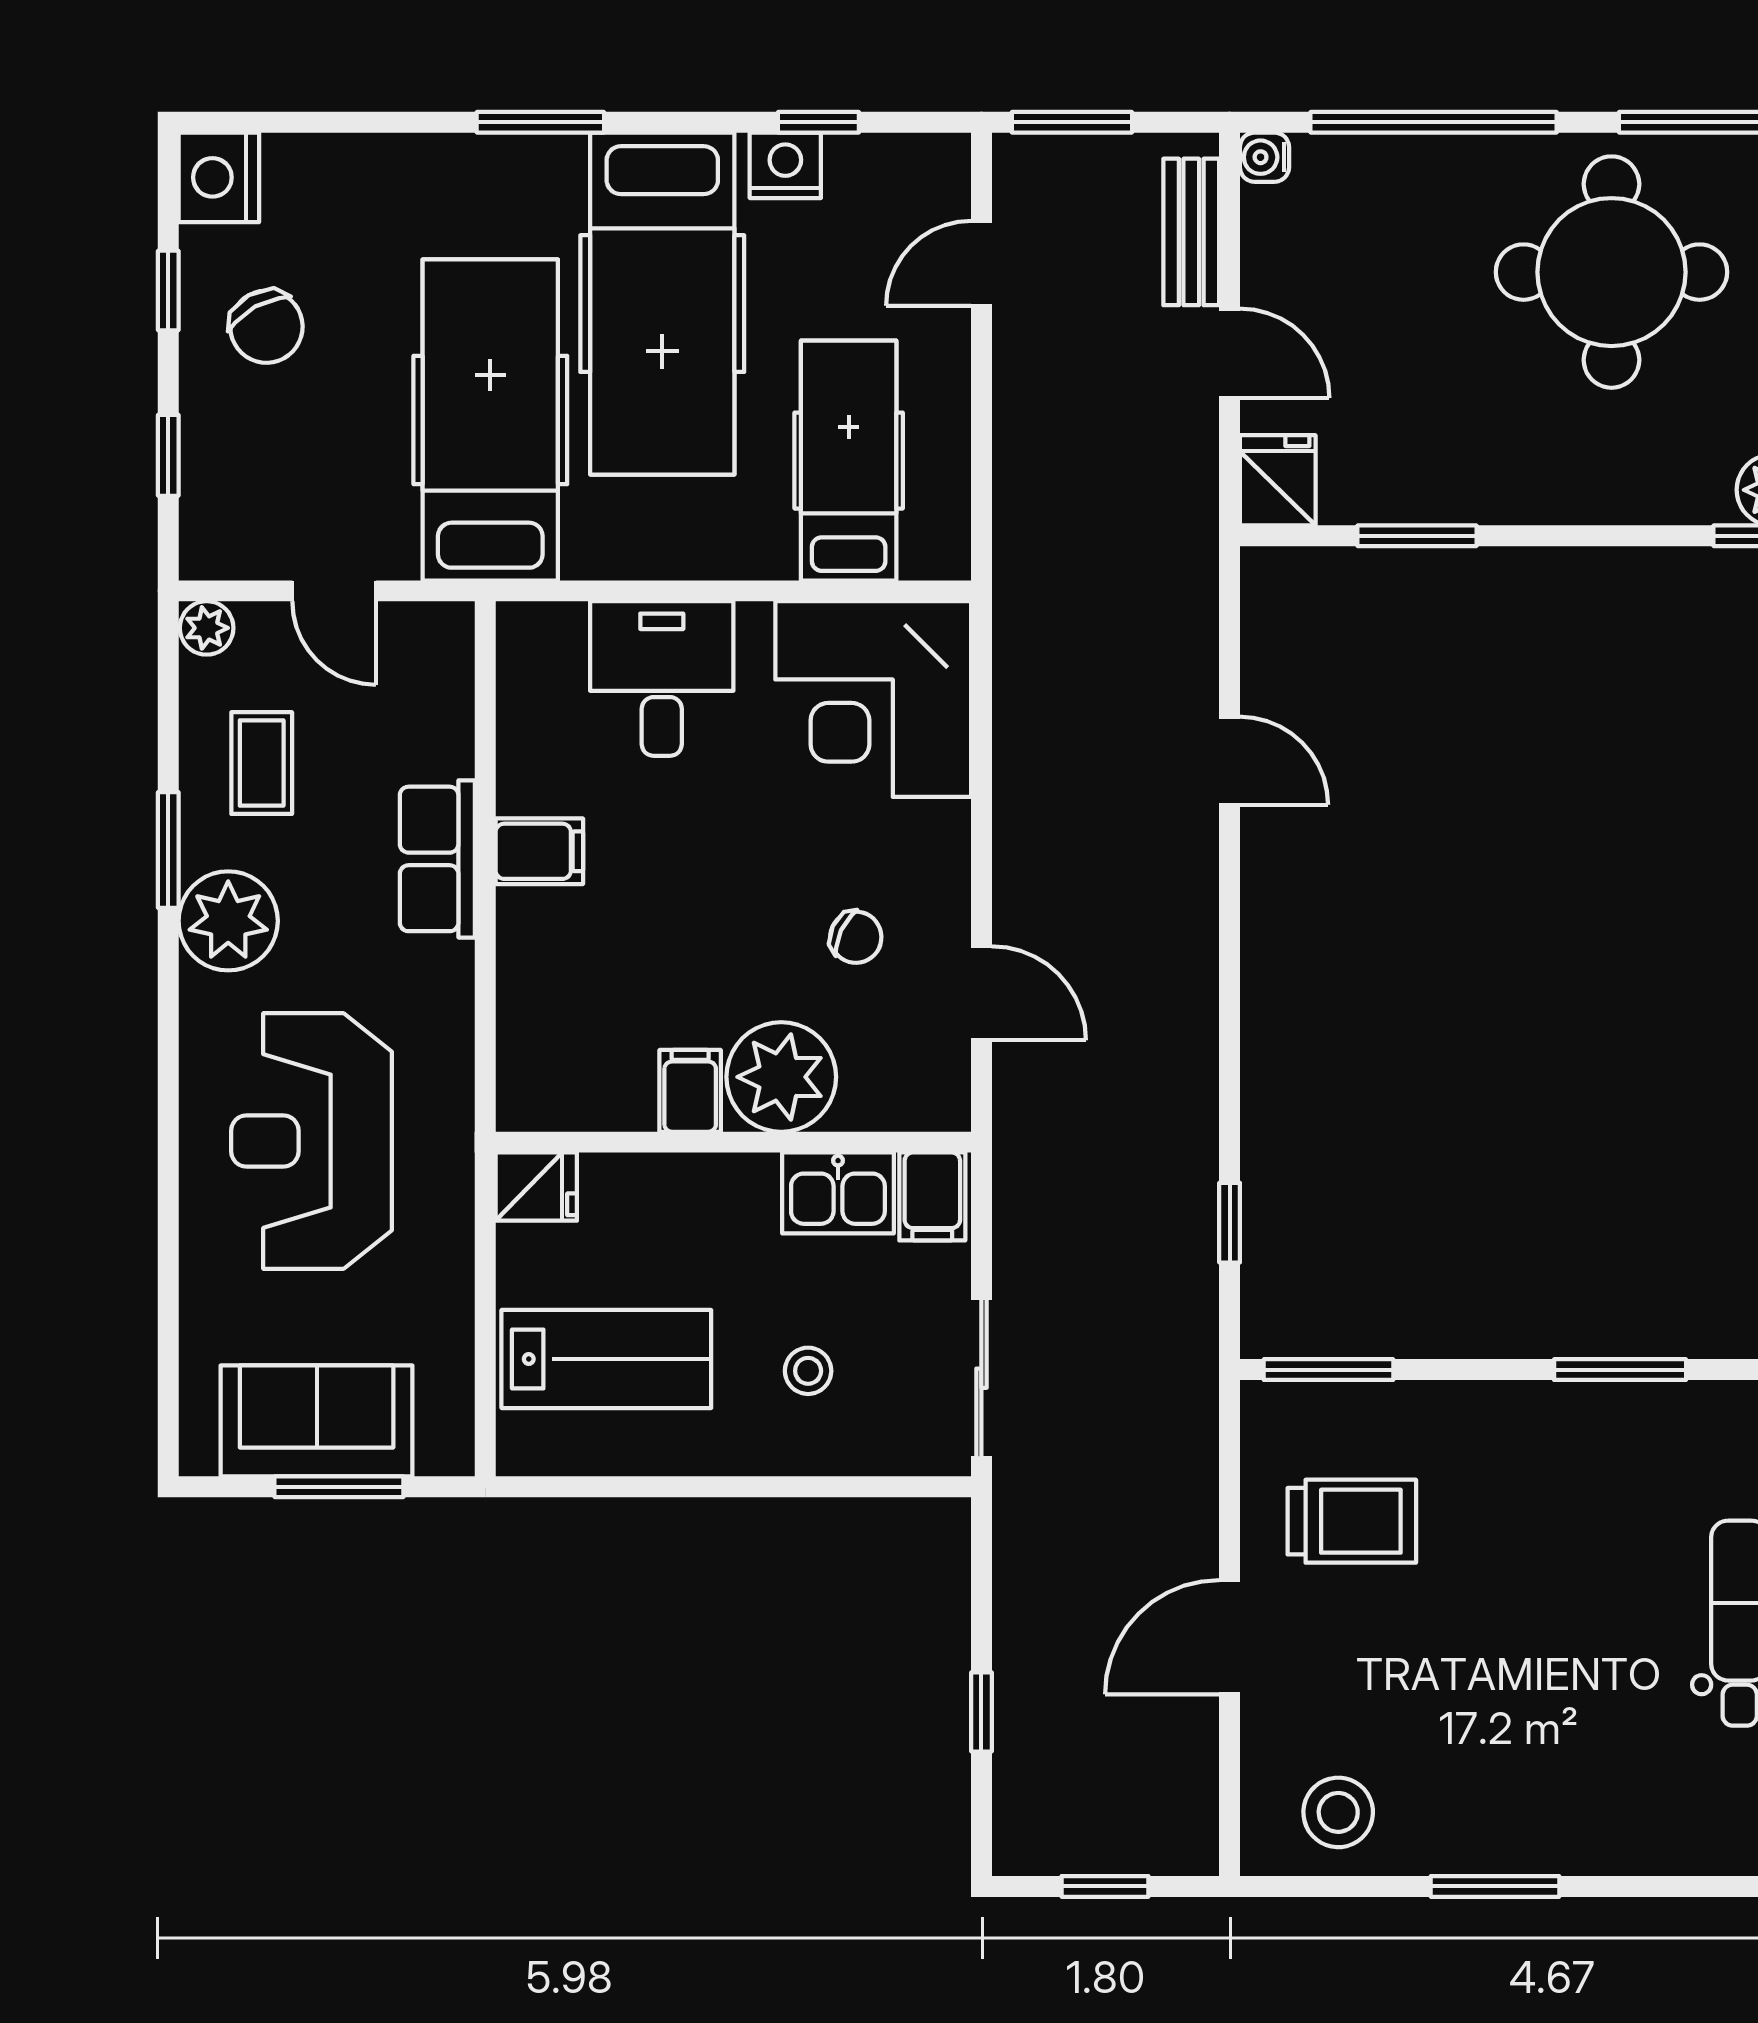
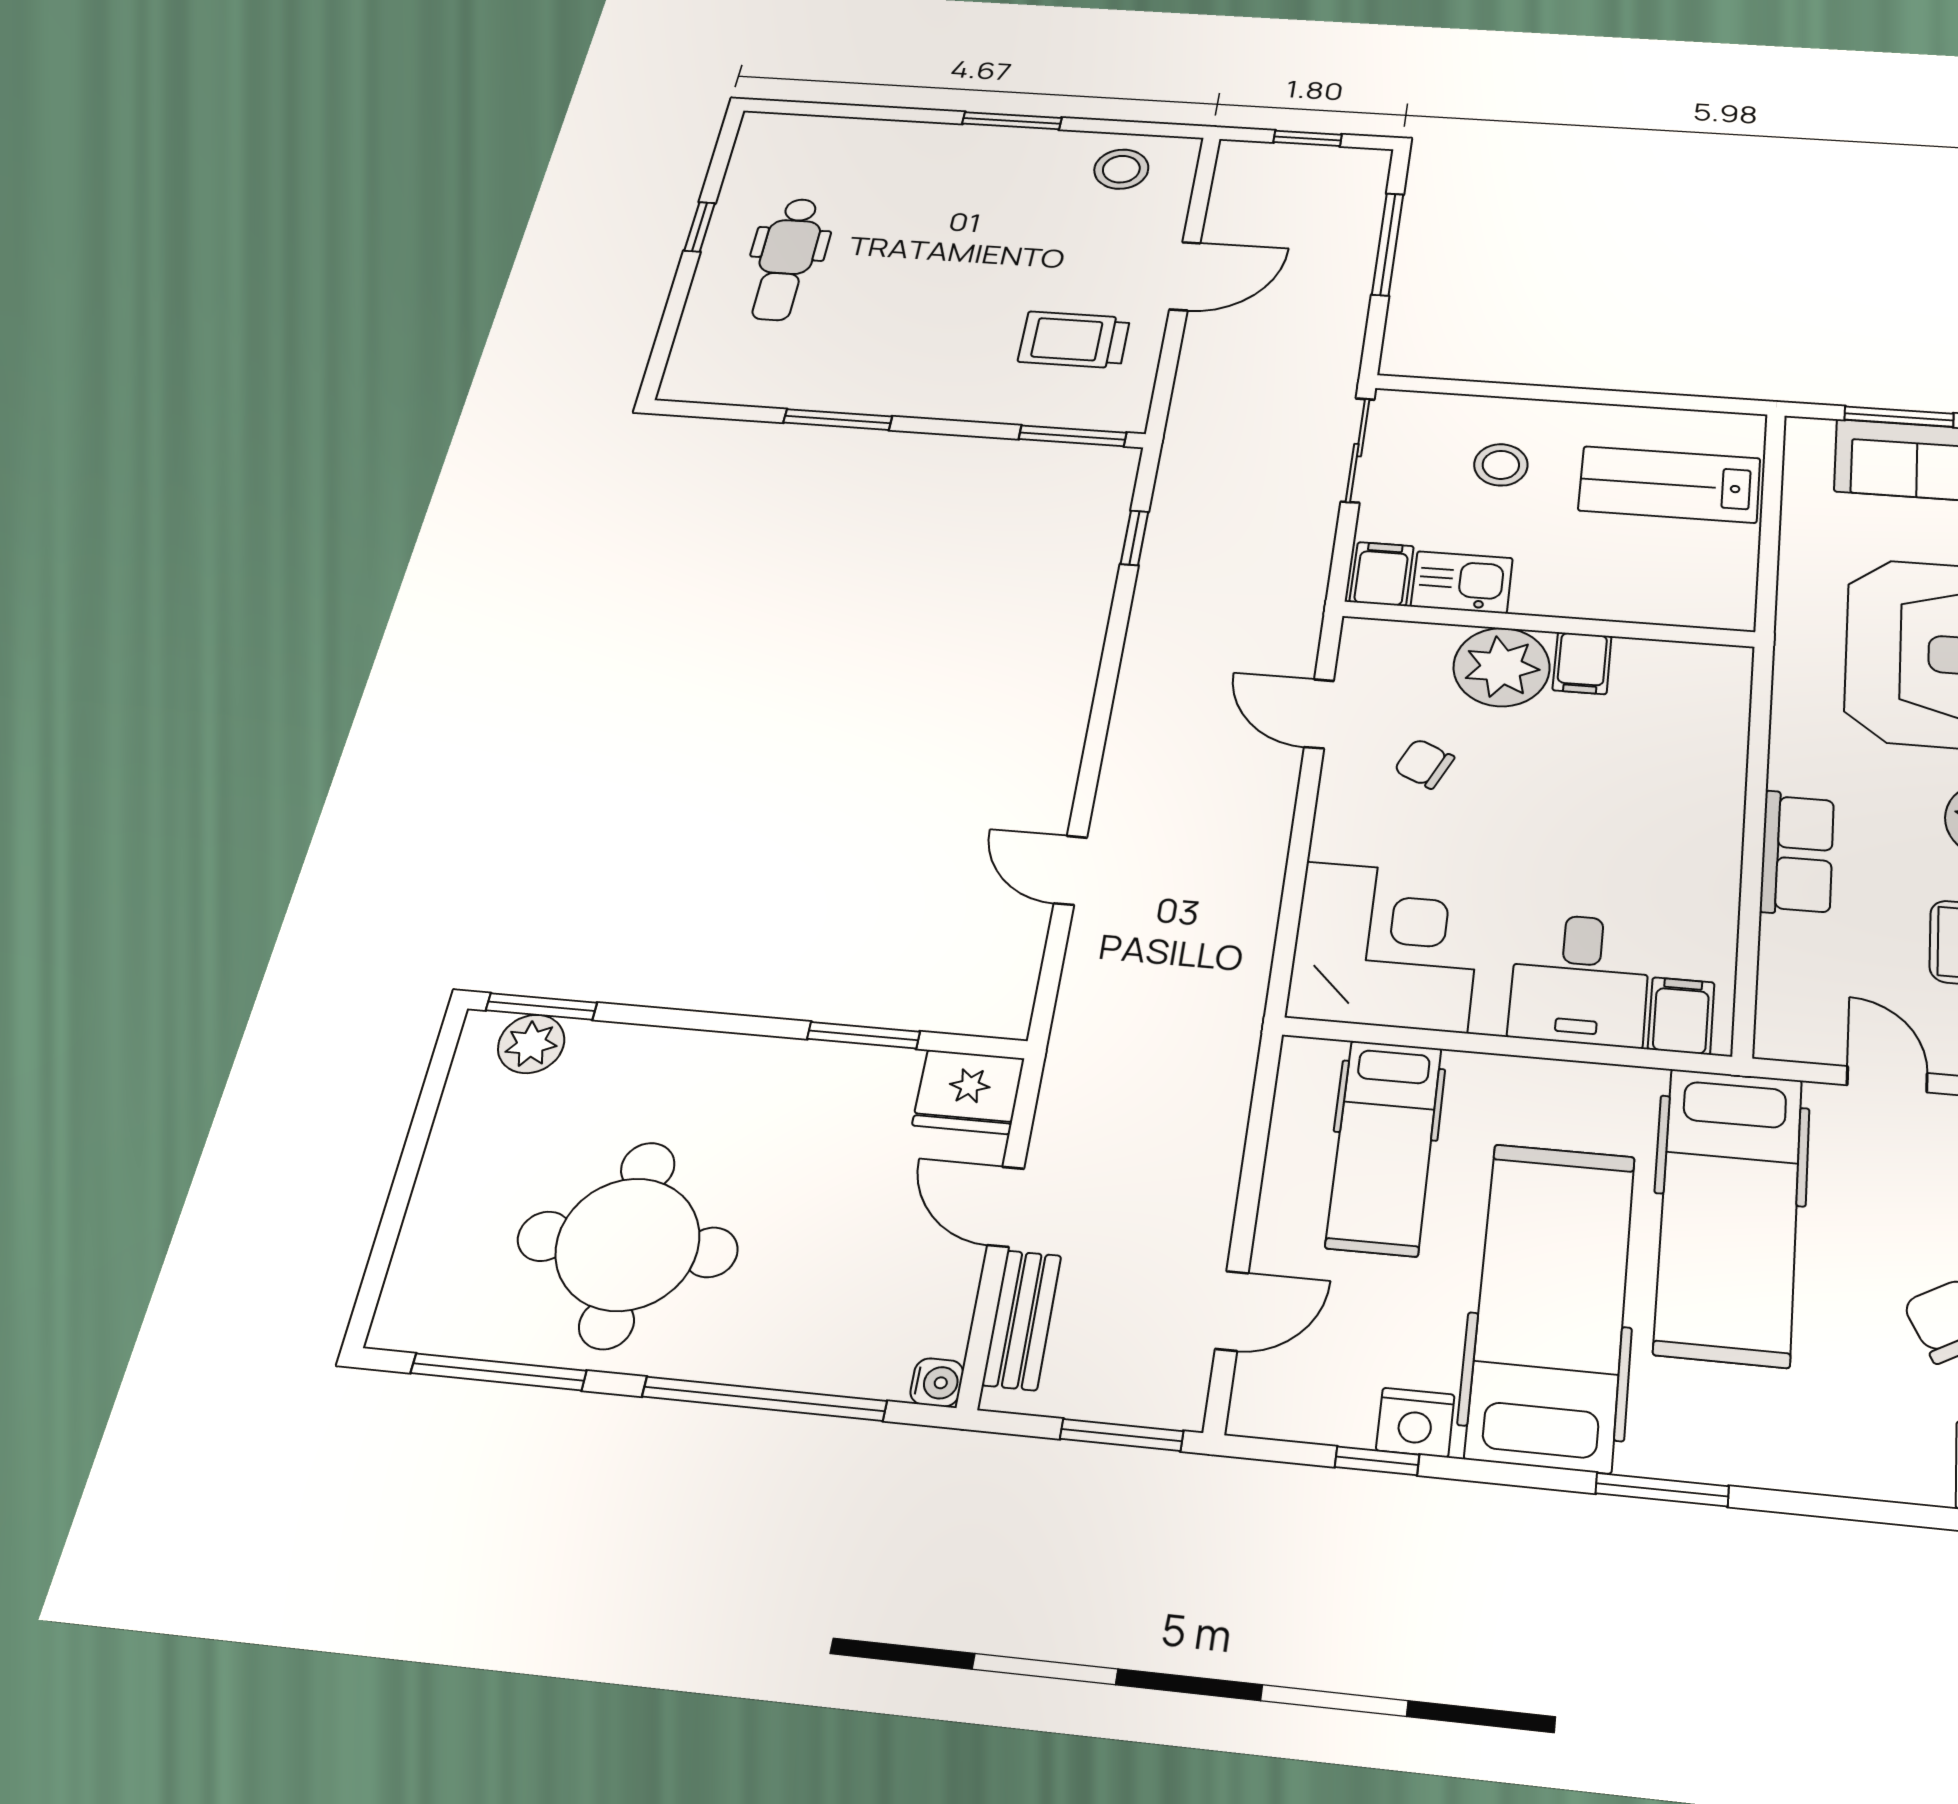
fridge: (1278, 480) -> (968, 1092), width x1.38
filing cabinet: (539, 851) -> (1681, 1016), moved, turned 90
fridge: (536, 1187) -> (1721, 606), removed
stool: (808, 1371) -> (1501, 465), width x1.37, depth x1.37
window: (981, 1712) -> (1388, 244), width x2.17

